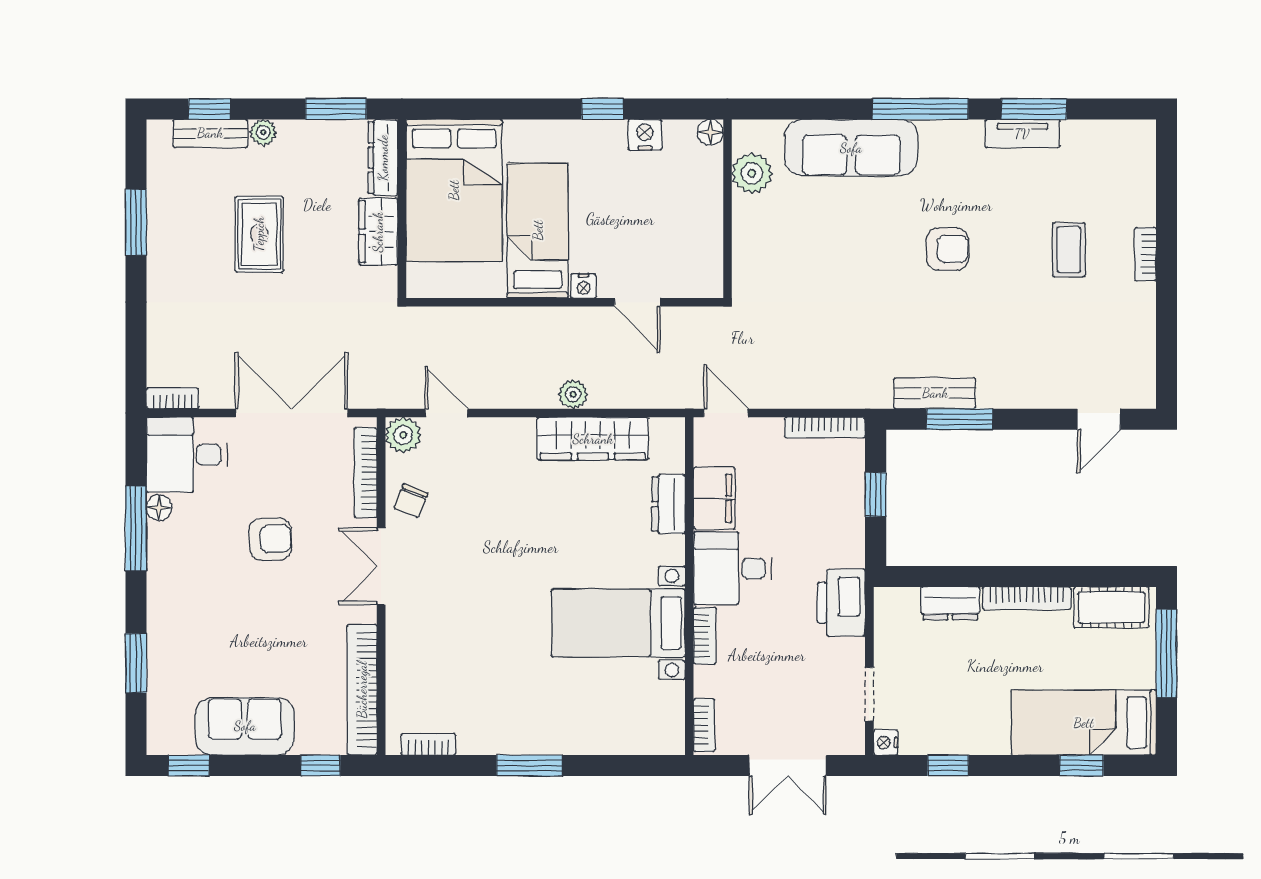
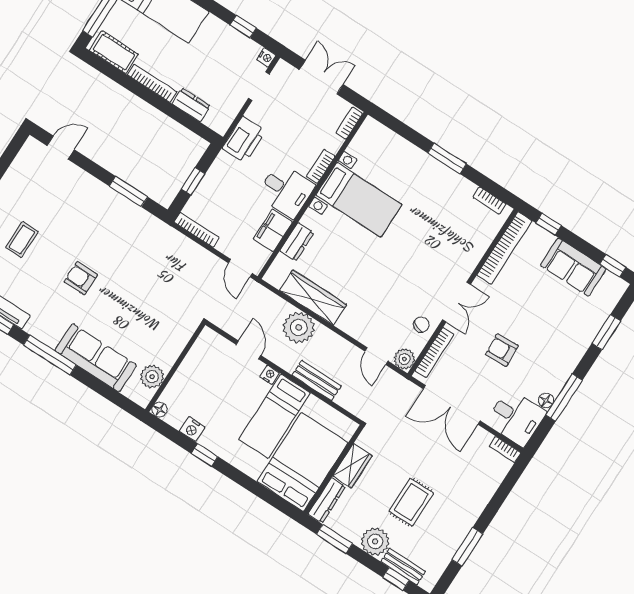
plant: (263, 132) -> (375, 541), width x1.87, depth x1.87
bench: (935, 393) -> (317, 380), moved
plant: (573, 394) -> (299, 327), width x1.88, depth x1.88

